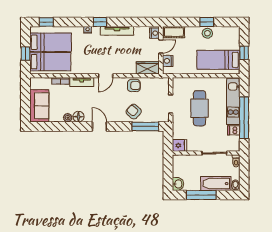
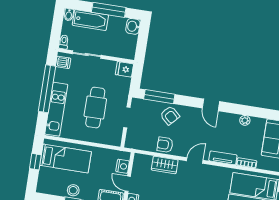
door: (161, 46) -> (128, 184), hinge flipped
wardrobe: (147, 68) -> (165, 165), moved
floor lamp: (78, 117) -> (233, 120), removed
dishwasher: (234, 130) -> (63, 62), moved

